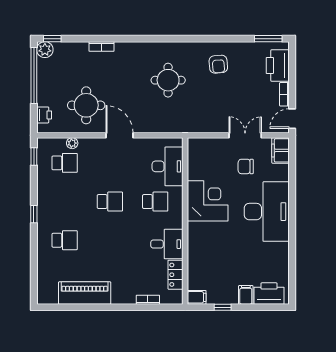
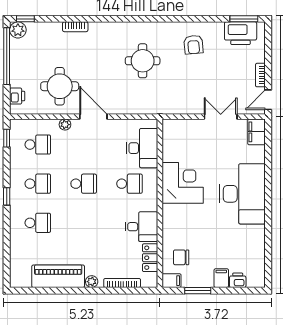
printer: (278, 66) -> (241, 33), moved, turned -90
plant: (72, 143) -> (65, 125), moved
chair: (246, 166) -> (181, 257), moved
school desk: (65, 202) -> (38, 184), added
printer: (269, 294) -> (238, 280), width x0.53, depth x0.68
plant: (118, 298) -> (92, 282), added
bookcase: (148, 300) -> (122, 283), width x1.56
window: (223, 307) -> (198, 291), width x1.50

